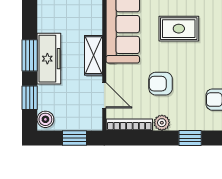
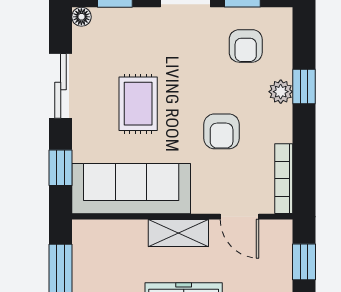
door: (104, 95) -> (239, 217), swing flipped
plant: (162, 123) -> (281, 92), moved

